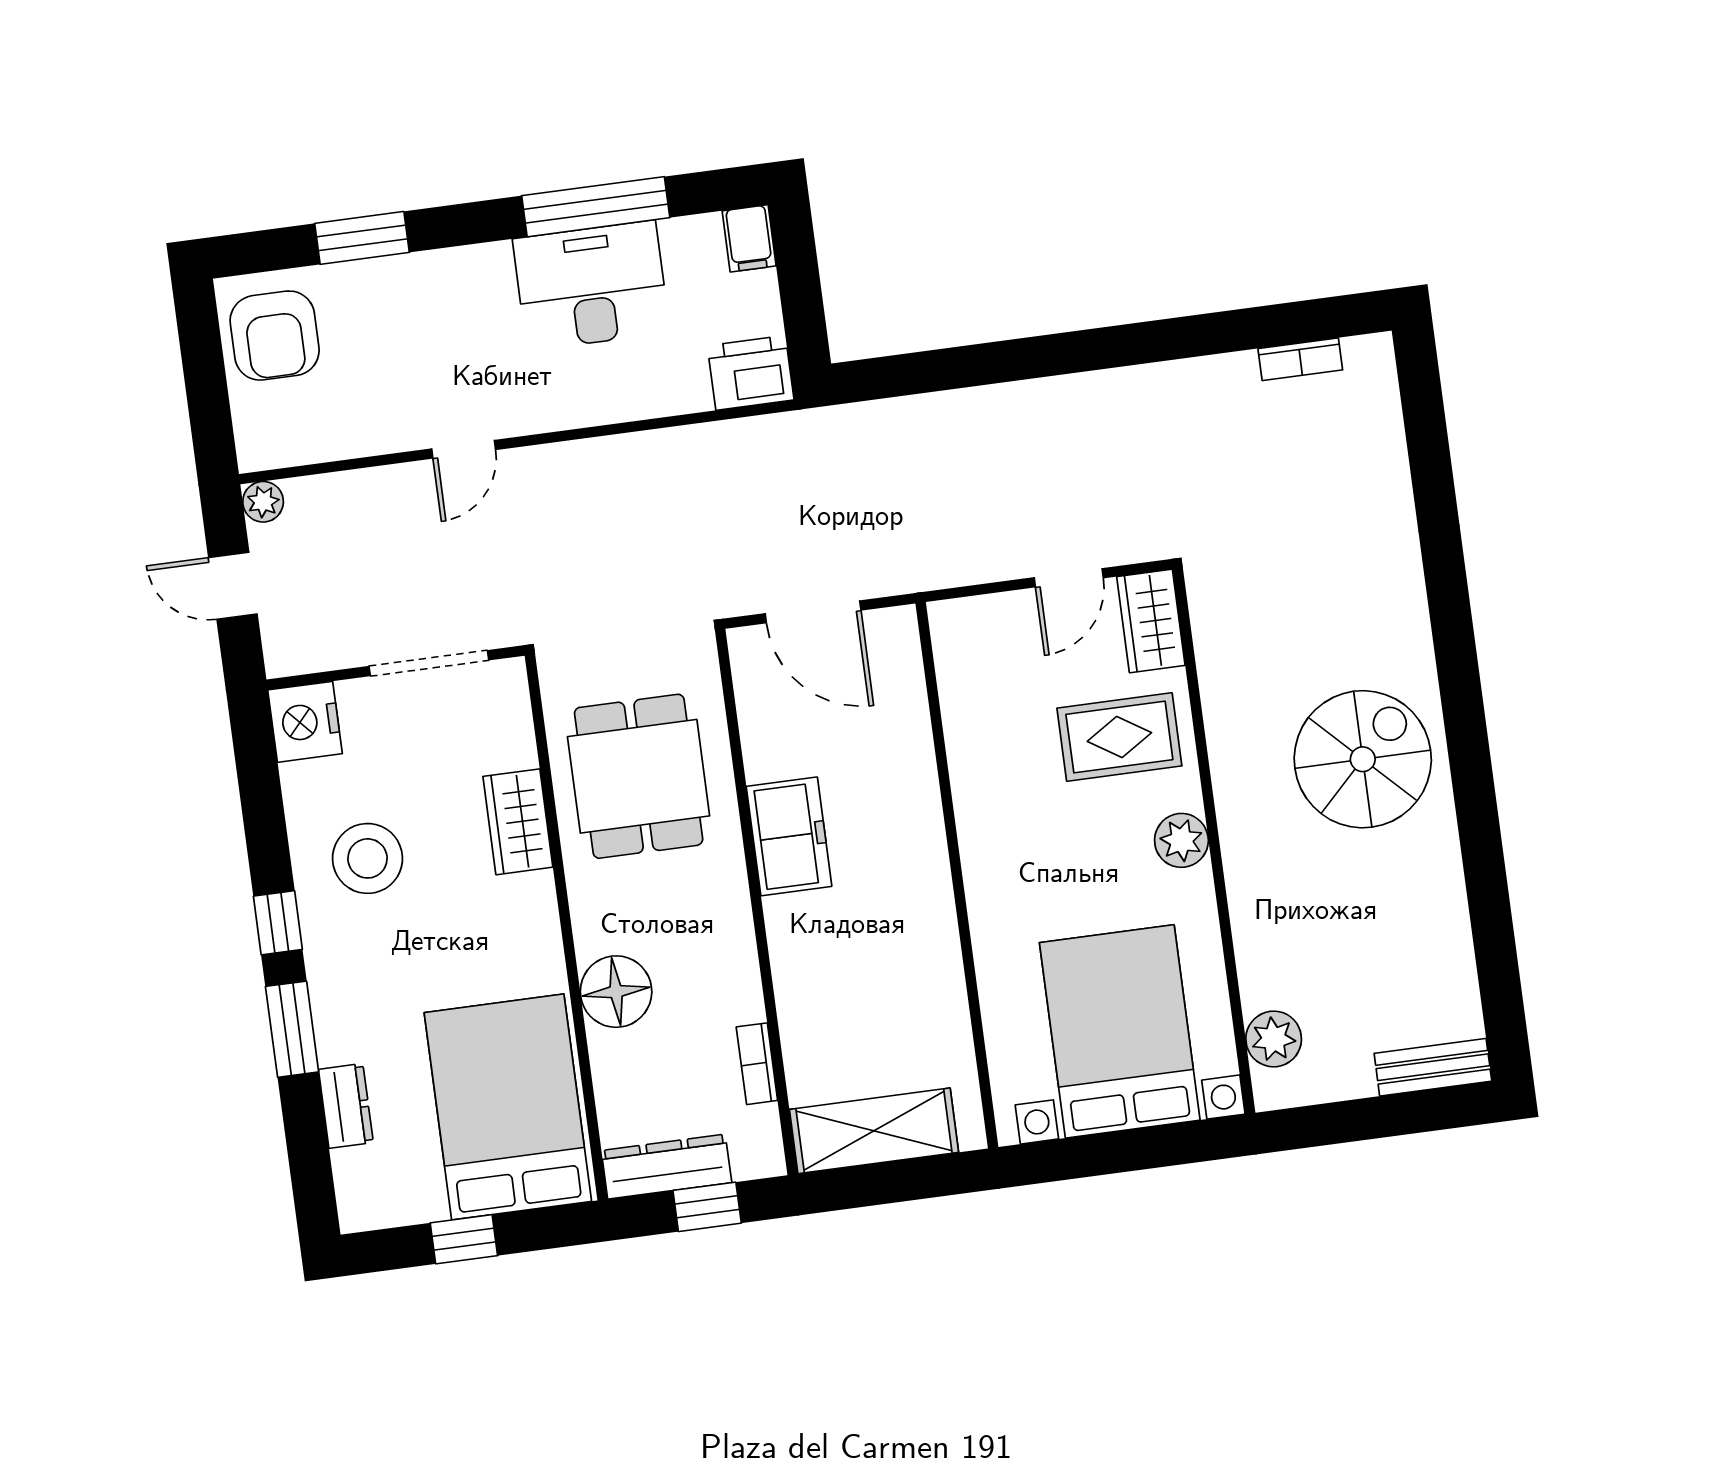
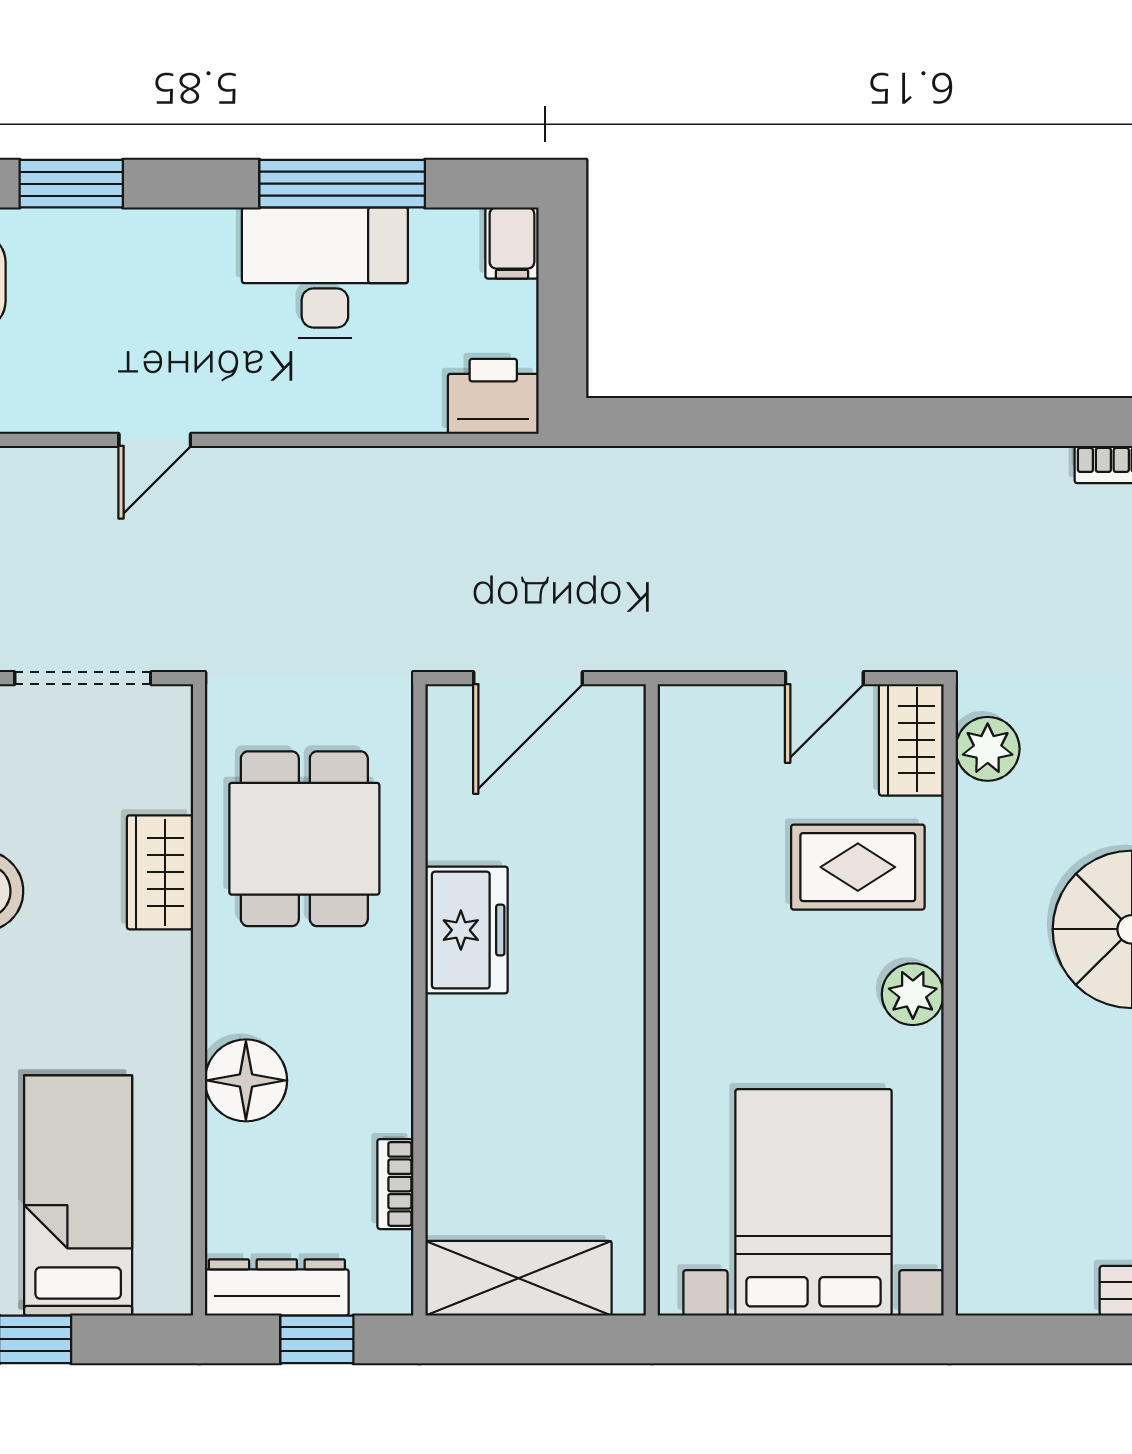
door: (813, 612) -> (528, 678), hinge flipped
plant: (1274, 1039) -> (988, 749), moved
bed: (508, 1107) -> (78, 1195), width x0.67

